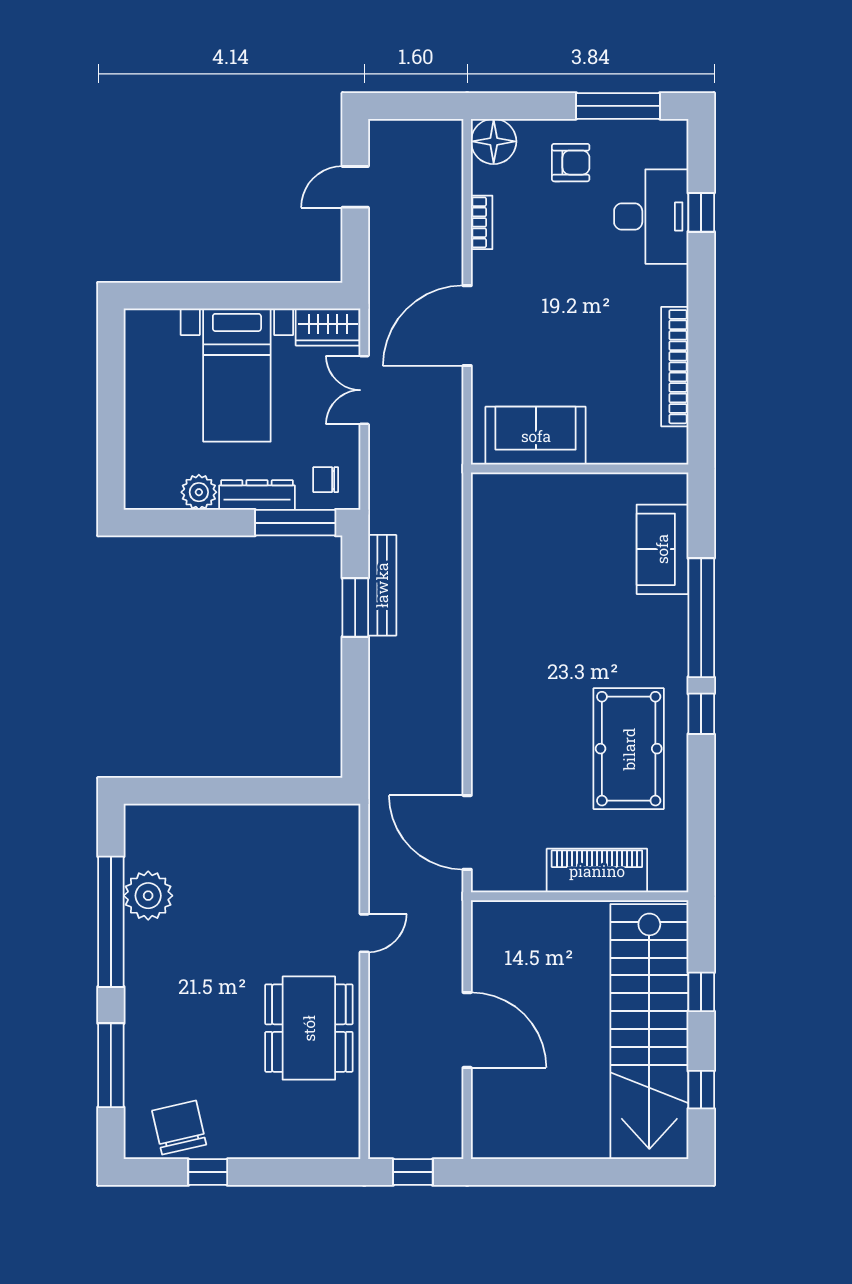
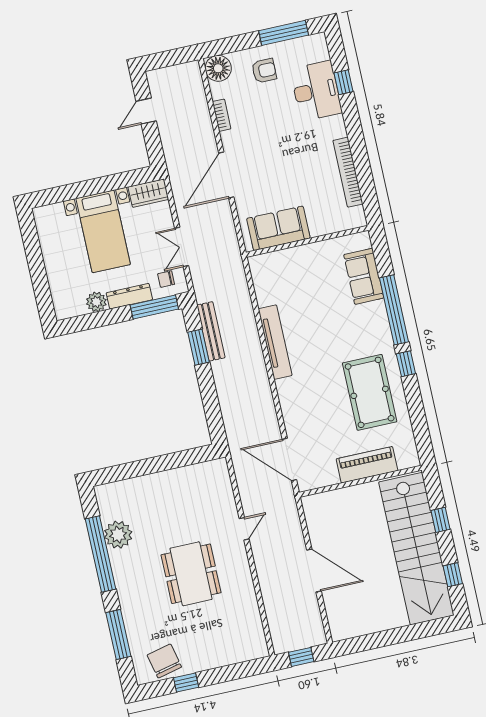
double door: (364, 390) -> (182, 247), moved
tv unit: (487, 628) -> (275, 342), added
dining table: (309, 1028) -> (191, 574), moved

